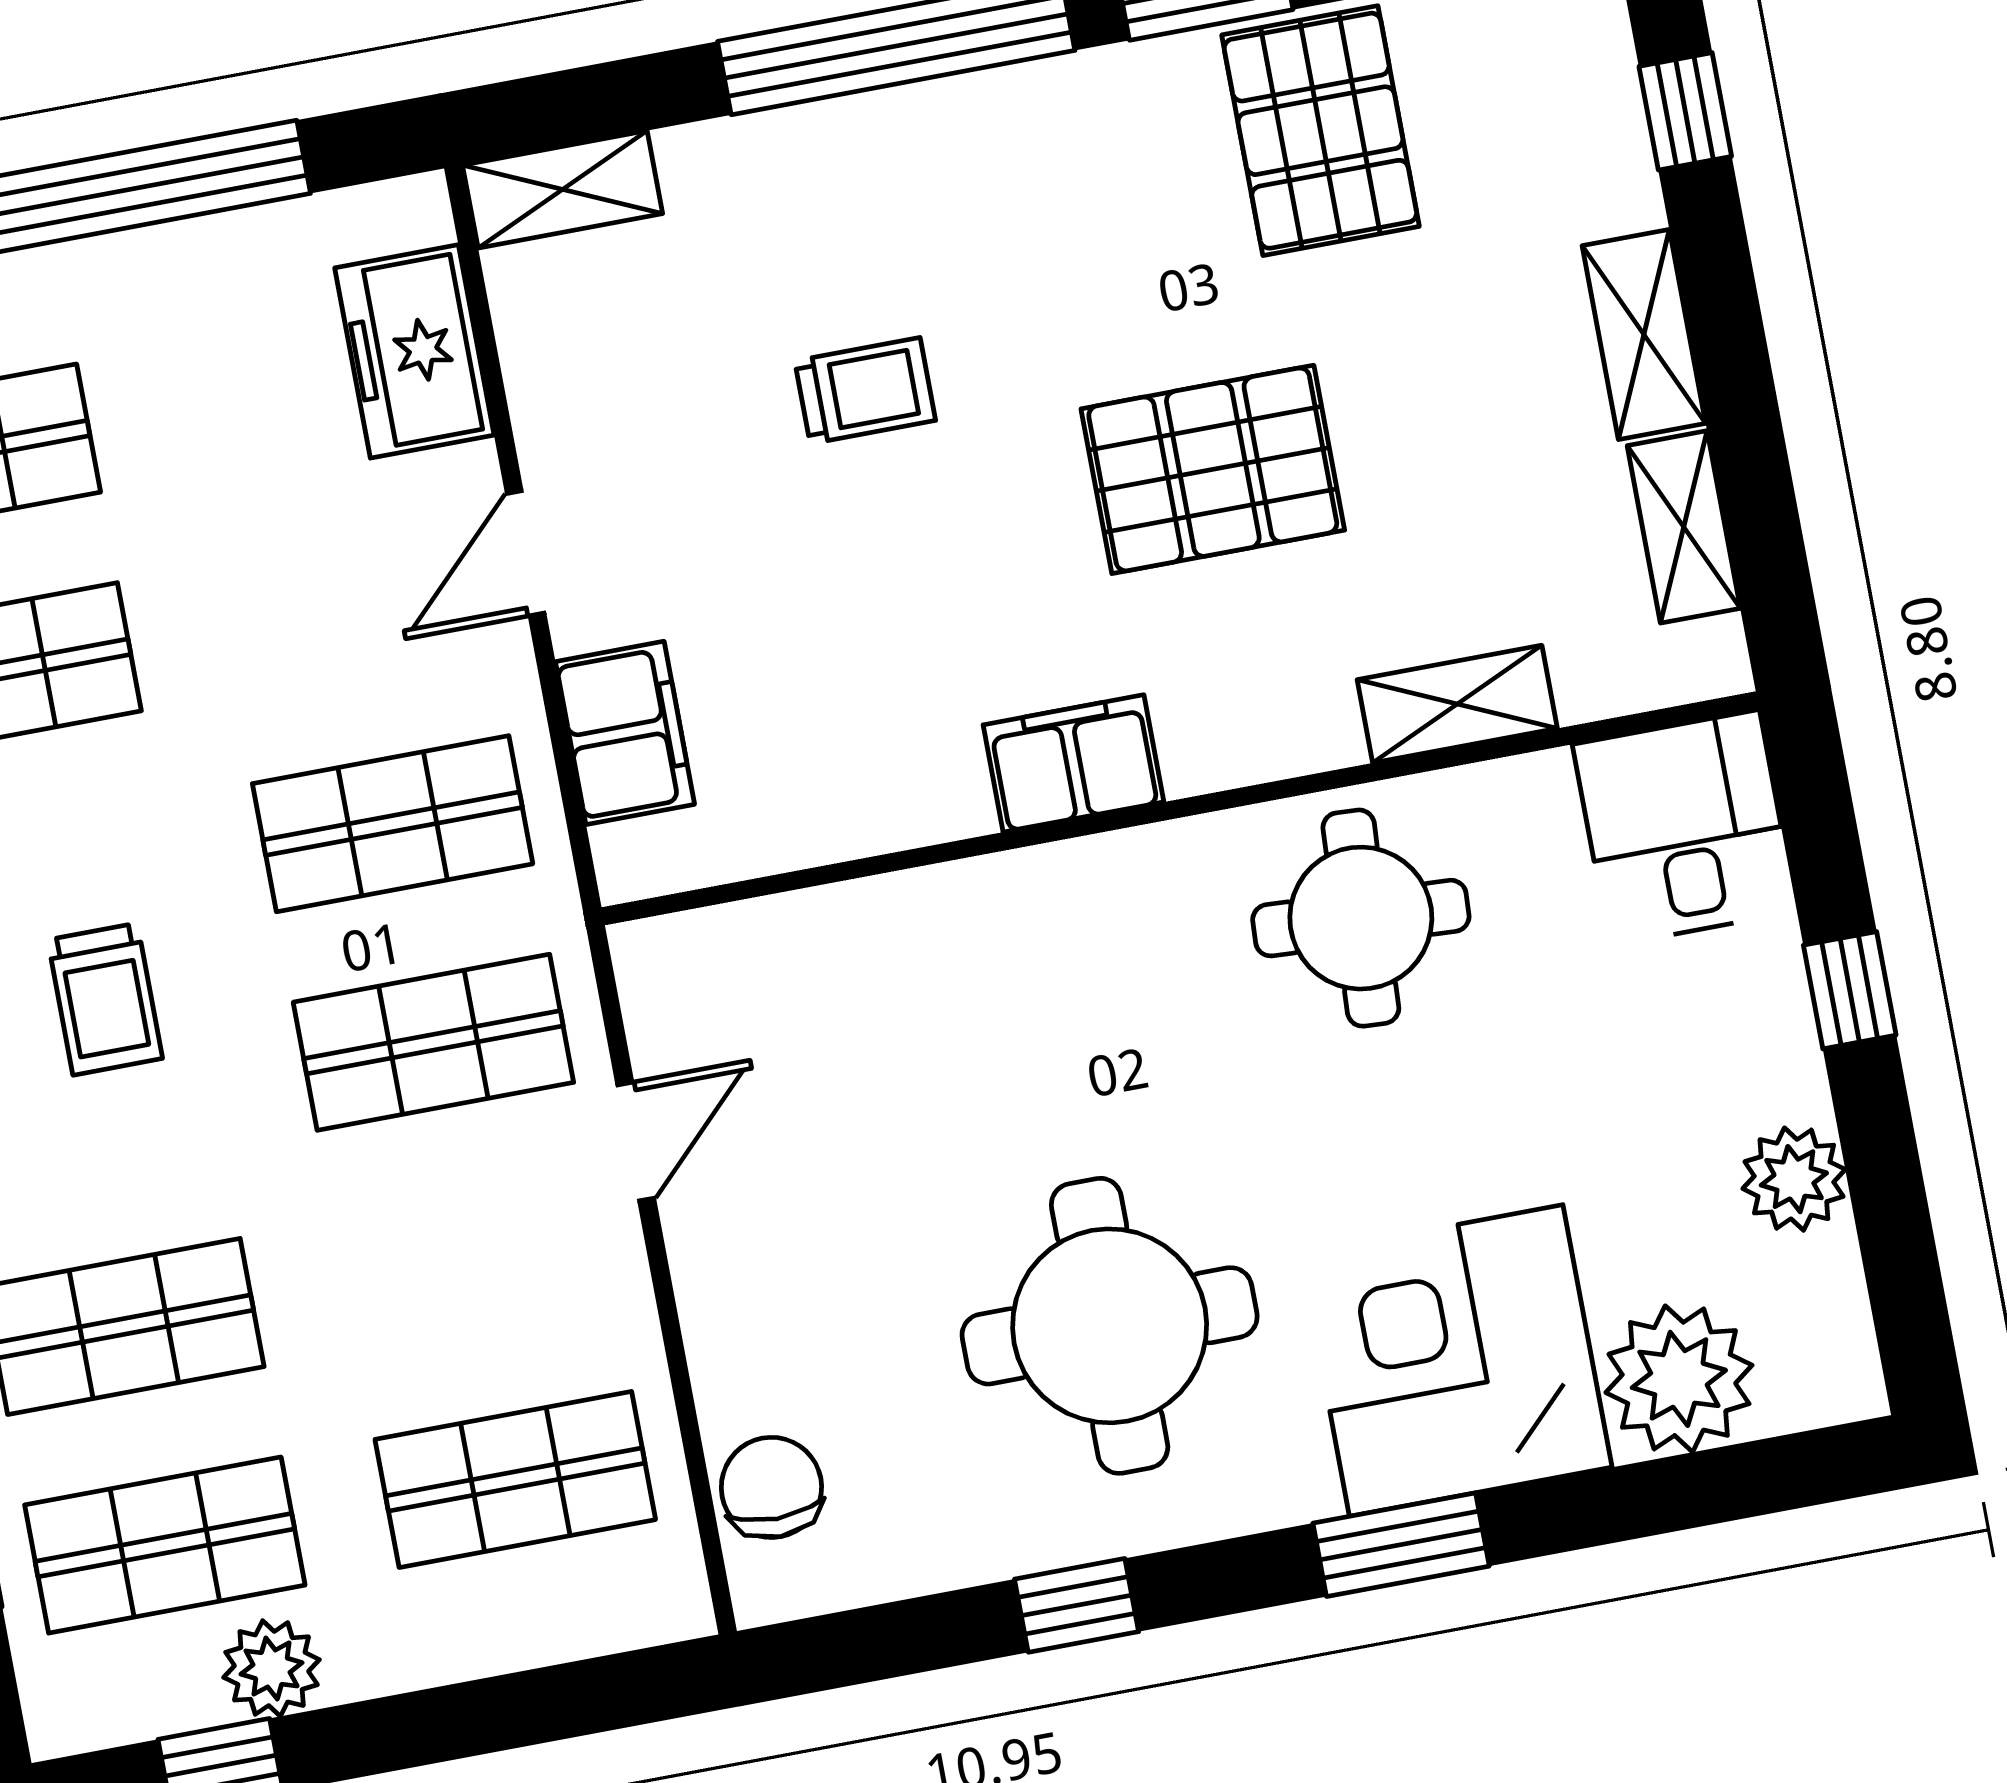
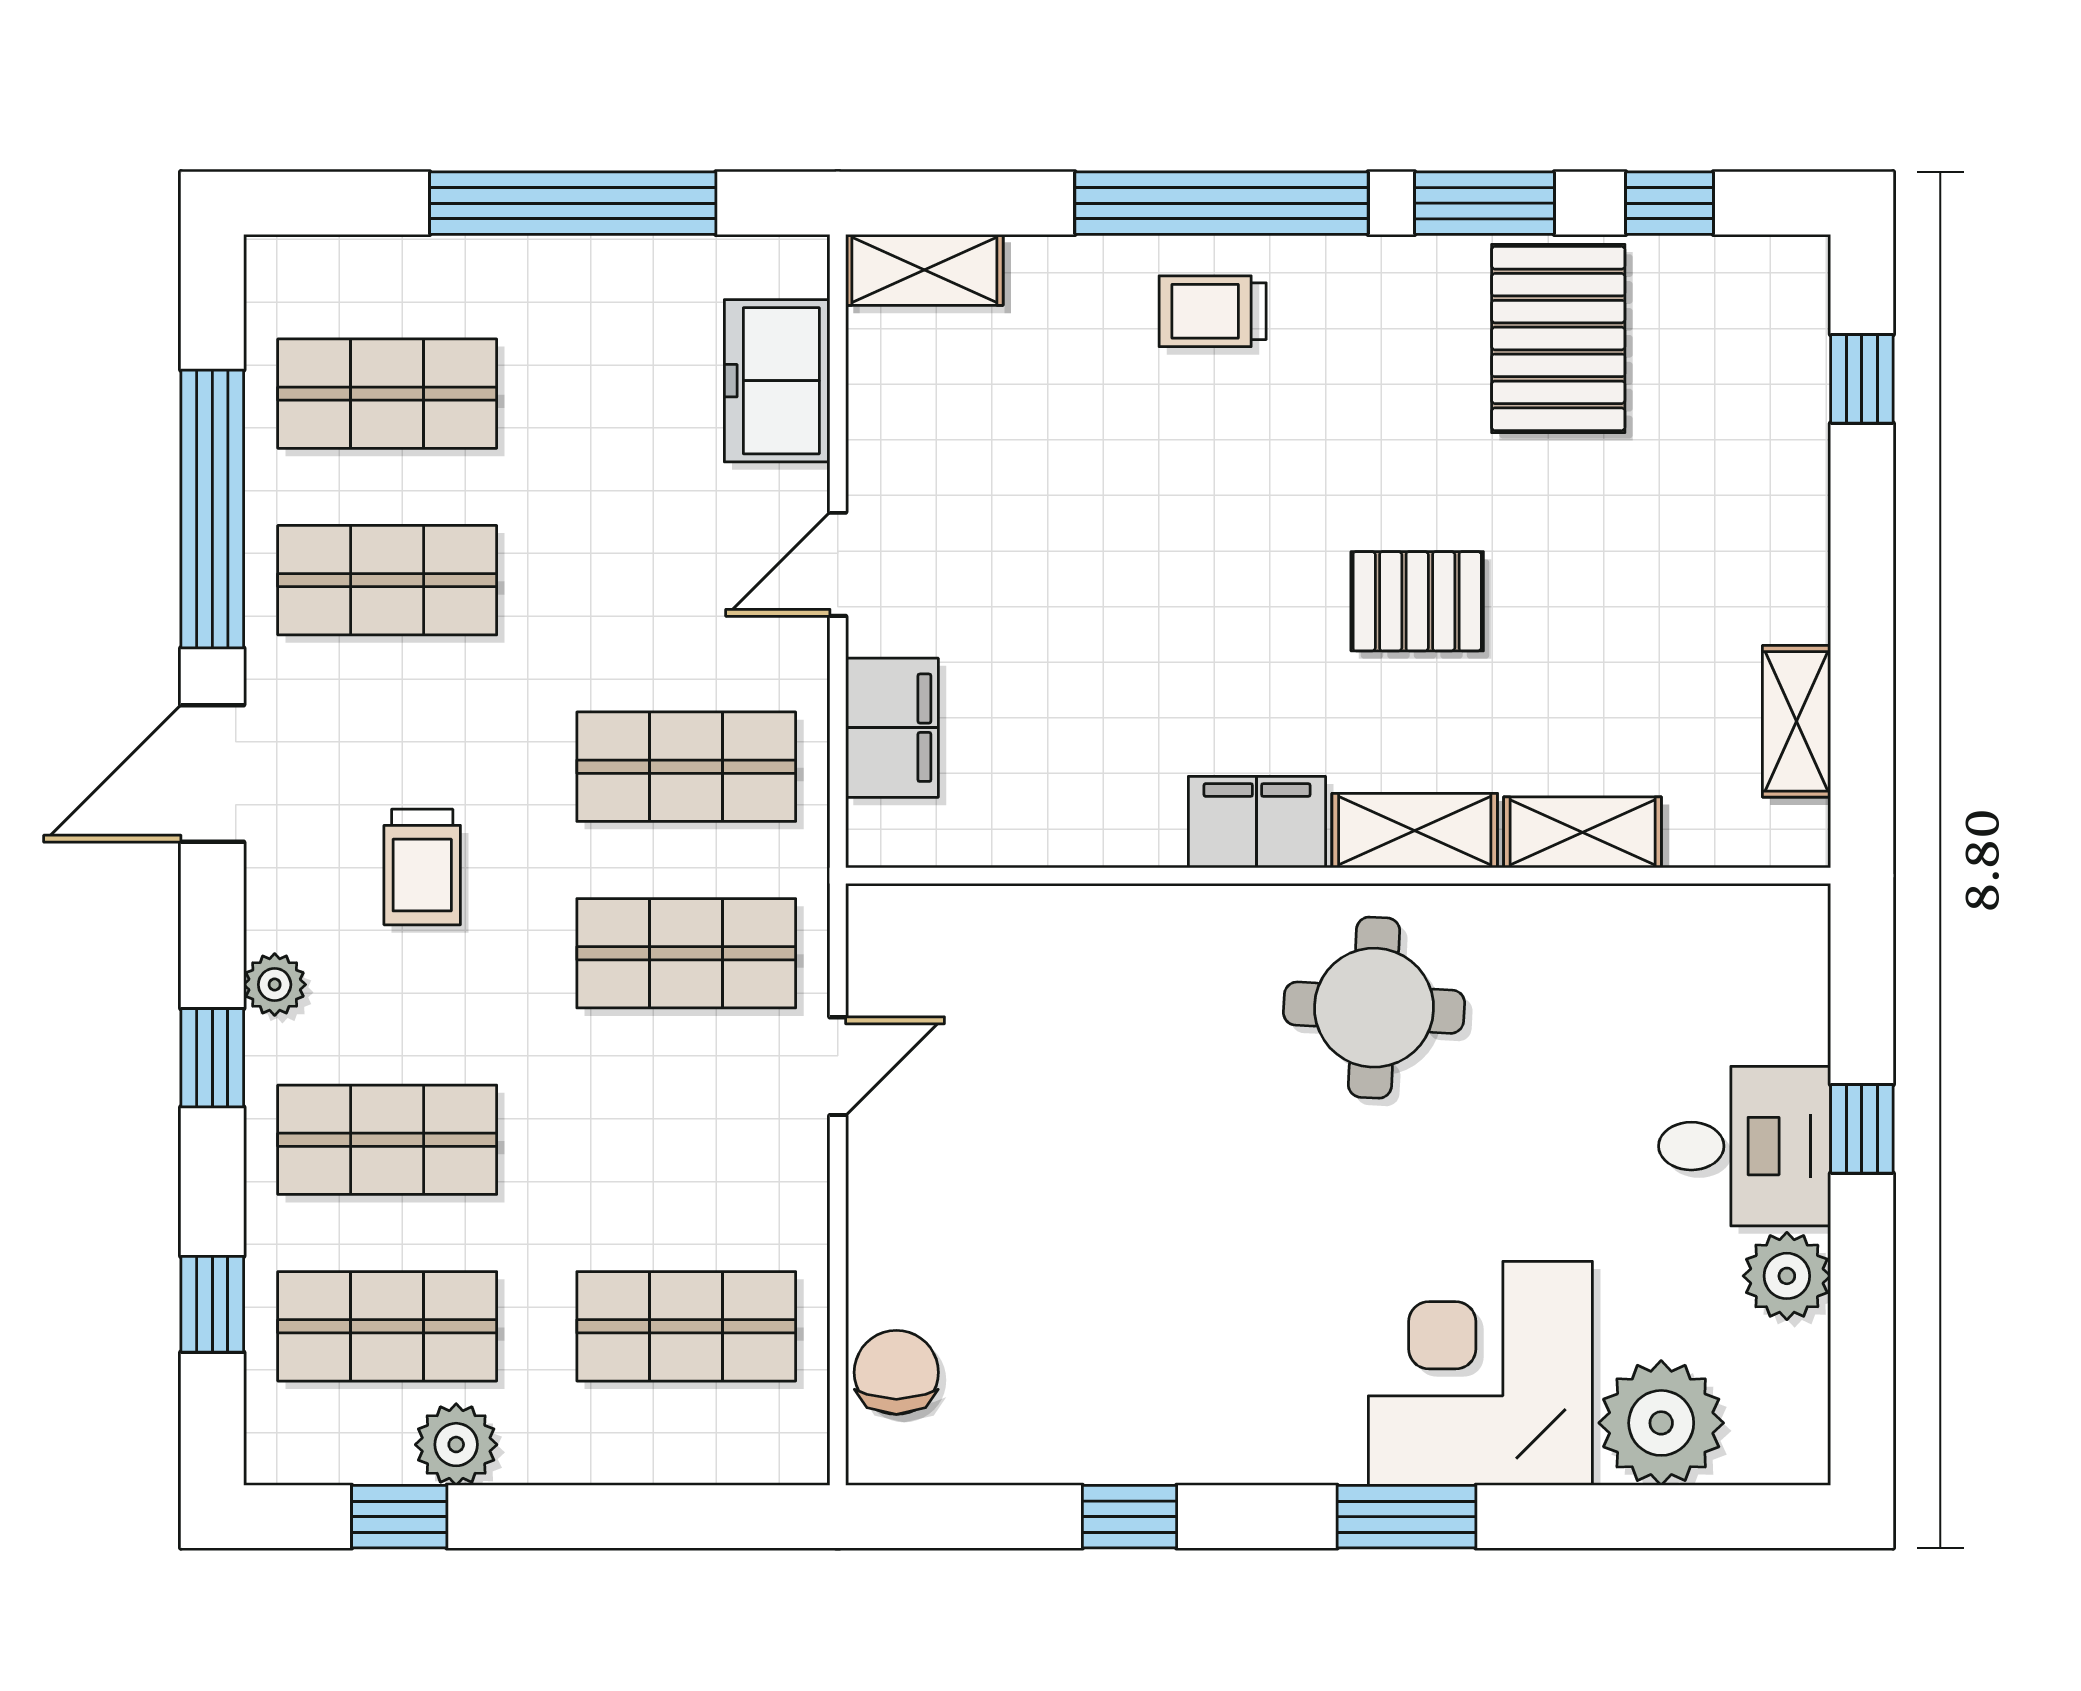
shelving: (1644, 334) -> (1415, 831), moved, turned 90
trolley: (865, 391) -> (1213, 311), moved, turned 180
pallet: (1213, 469) -> (1417, 601), width x0.67, depth x0.71
desk: (1685, 828) -> (1745, 1146), moved, turned 90
round table: (1361, 918) -> (1374, 1008), moved
round table: (1110, 1326) -> (1200, 1291), removed

